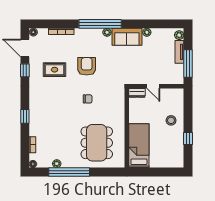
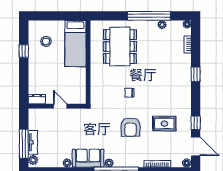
window: (188, 63) -> (24, 144), moved
dresser: (137, 93) -> (37, 99), moved
stool: (171, 120) -> (46, 41), moved

